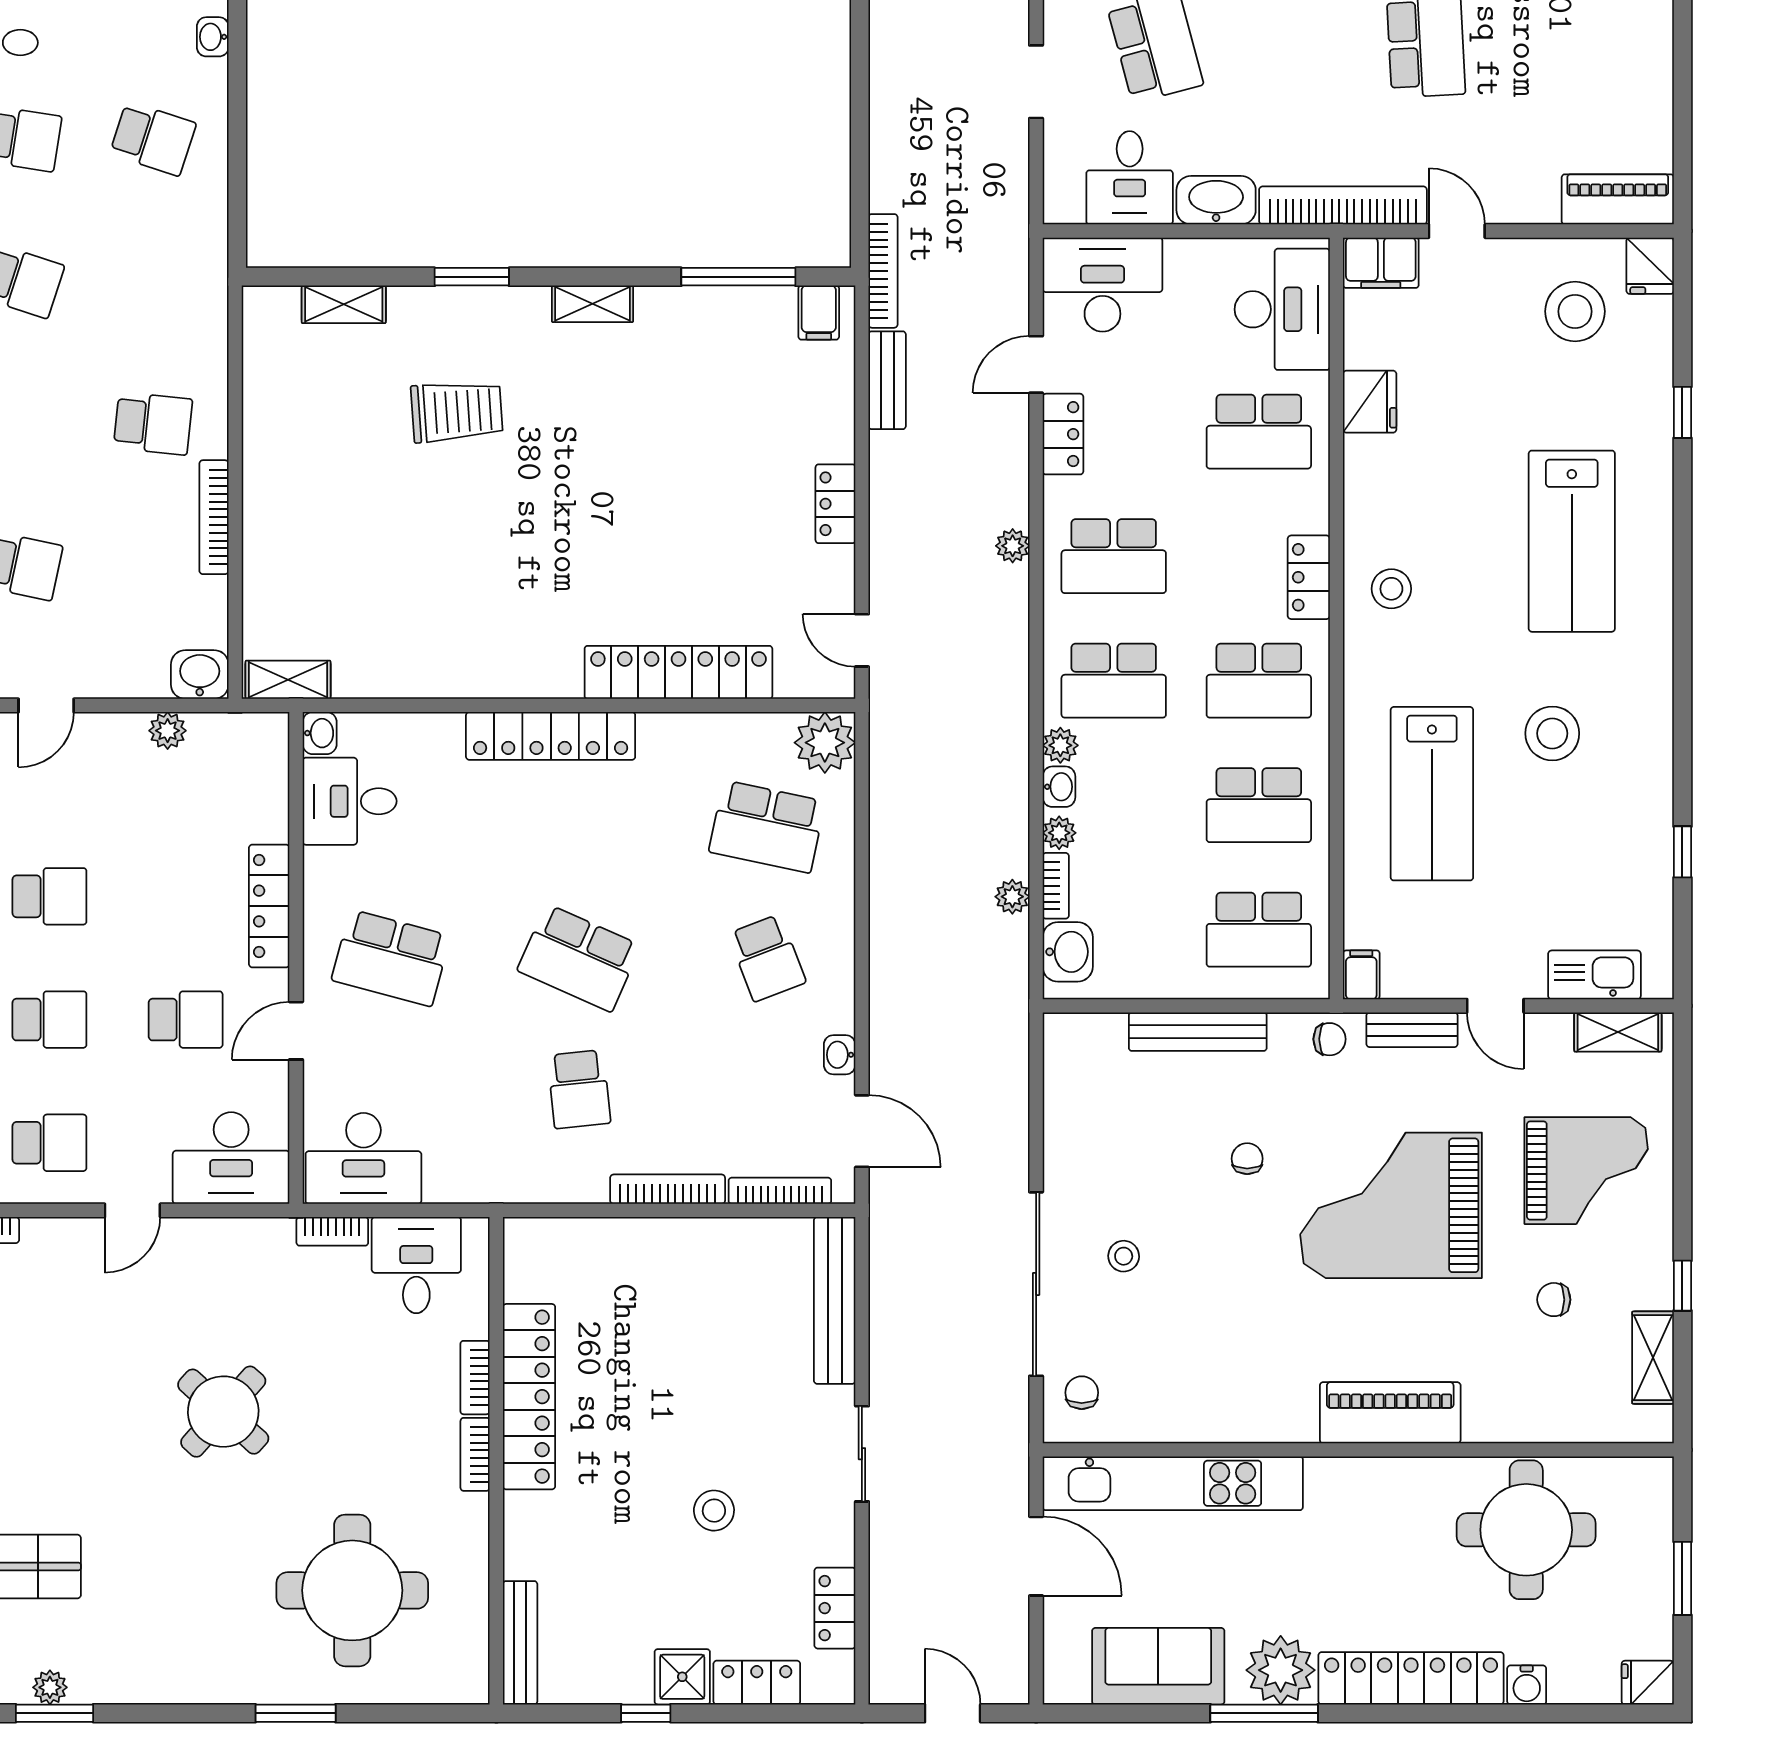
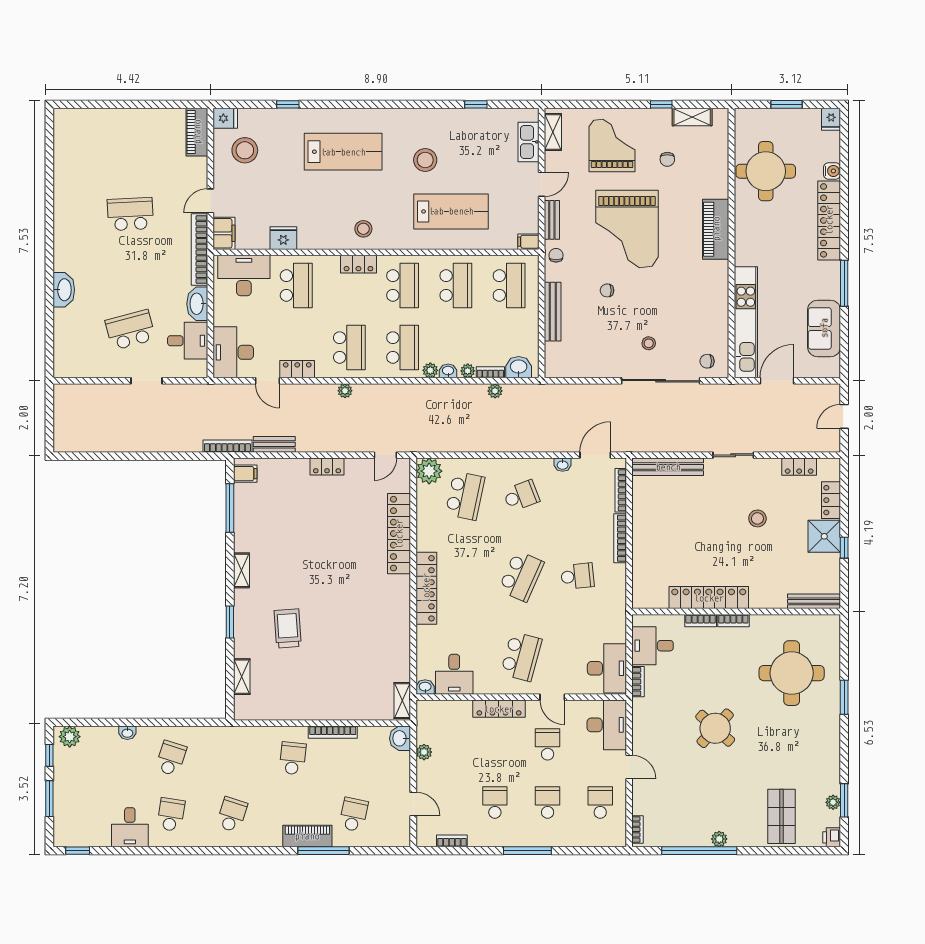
plant: (1281, 1670) -> (826, 276), removed
shower: (682, 1677) -> (824, 536), width x1.36, depth x1.36

